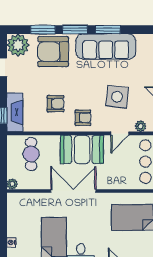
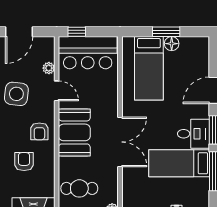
armchair: (83, 118) -> (39, 131), turned 180
double door: (73, 191) -> (120, 142), swing flipped

